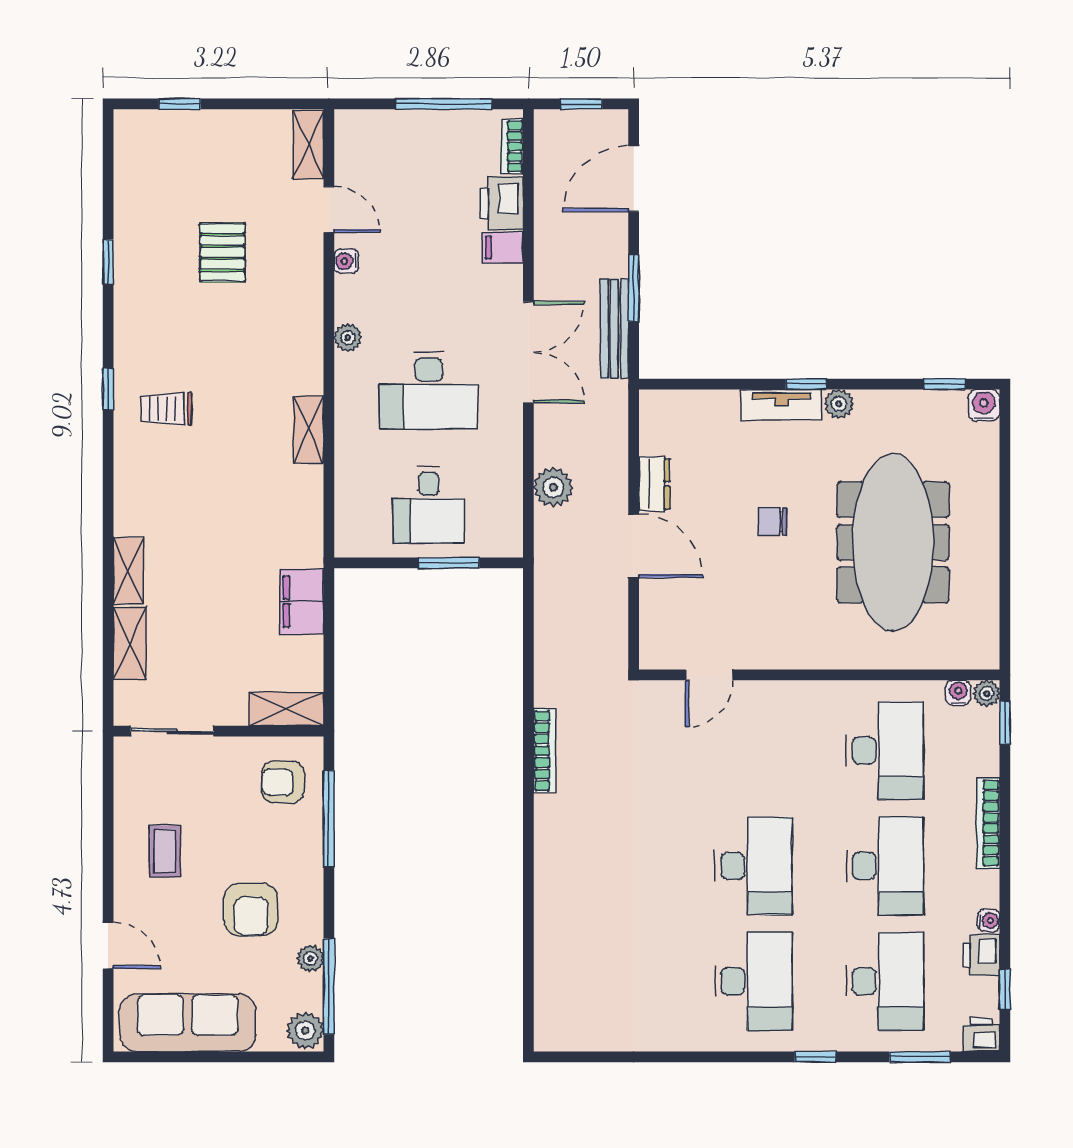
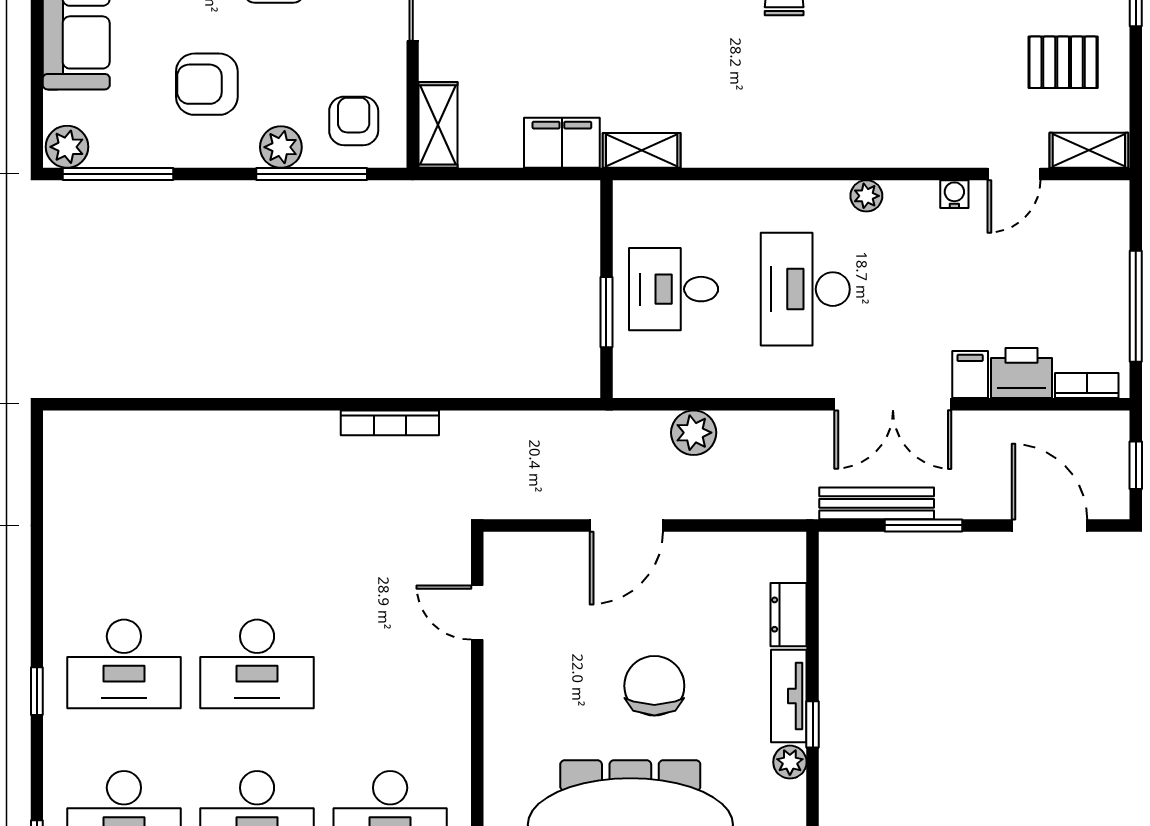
pallet: (222, 252) -> (1063, 62), moved
double door: (528, 352) -> (893, 404), moved
shelving: (308, 430) -> (642, 150), moved
dresser: (654, 484) -> (789, 615), moved, turned 90
chair: (773, 521) -> (654, 686), width x1.87, depth x1.87
plant: (310, 958) -> (281, 147), moved, width x1.38, depth x1.38
window: (815, 1057) -> (37, 691), moved

